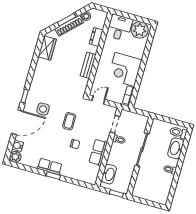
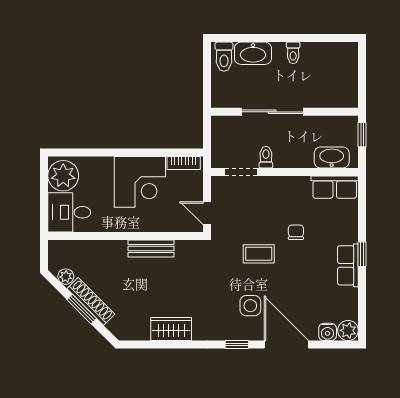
dresser: (96, 37) -> (97, 249), removed
wardrobe: (47, 48) -> (171, 329), moved
row of seats: (98, 152) -> (335, 187), moved

